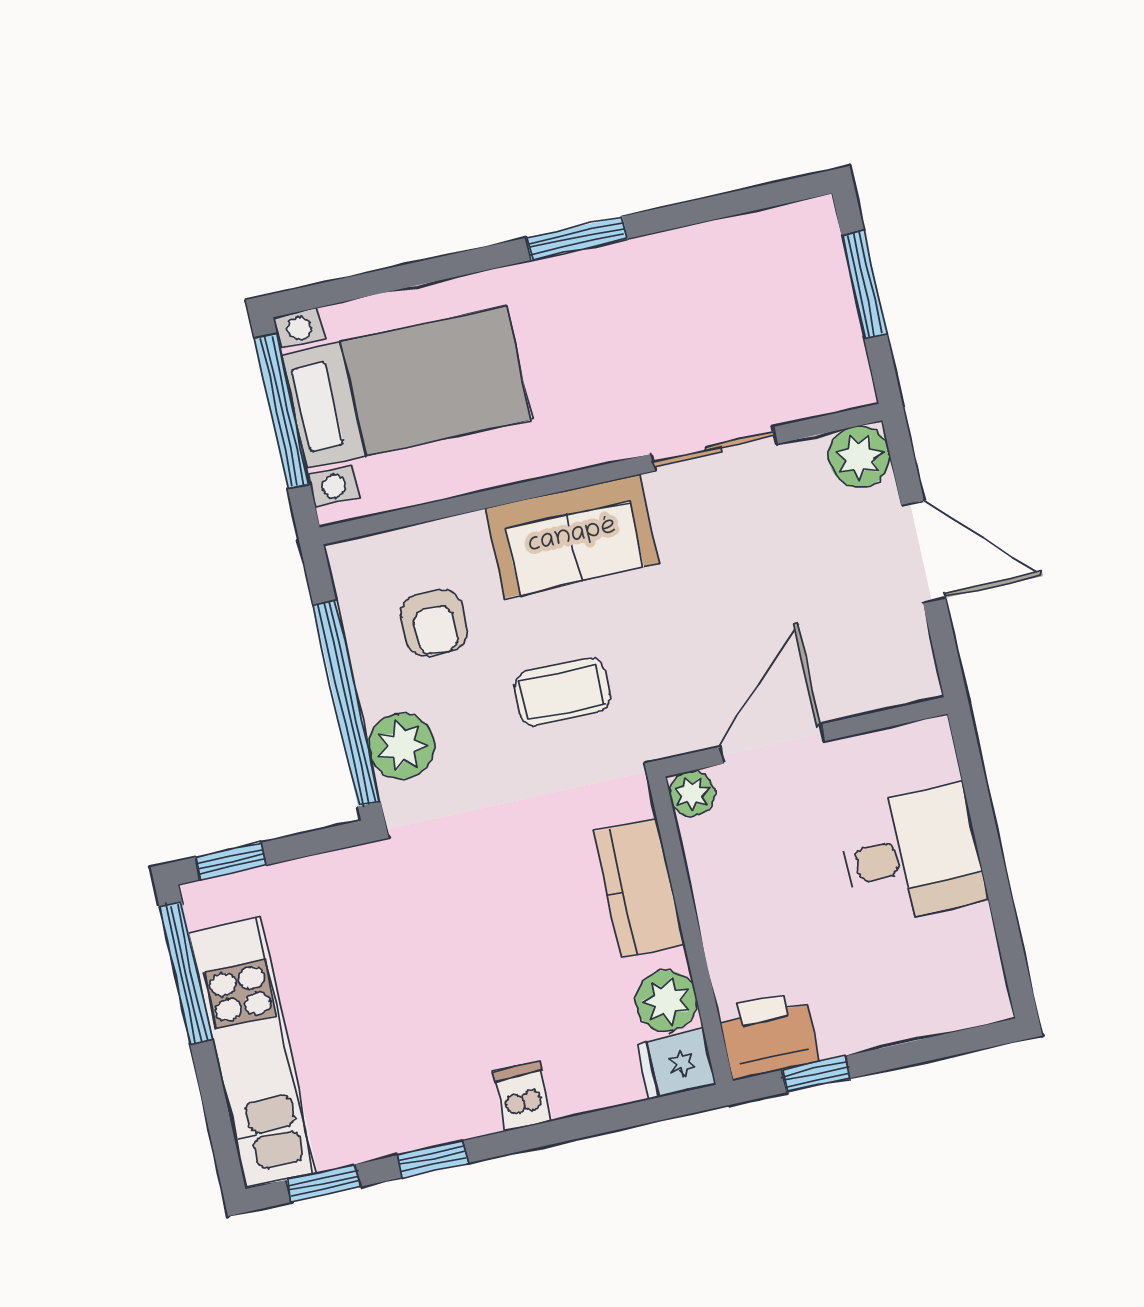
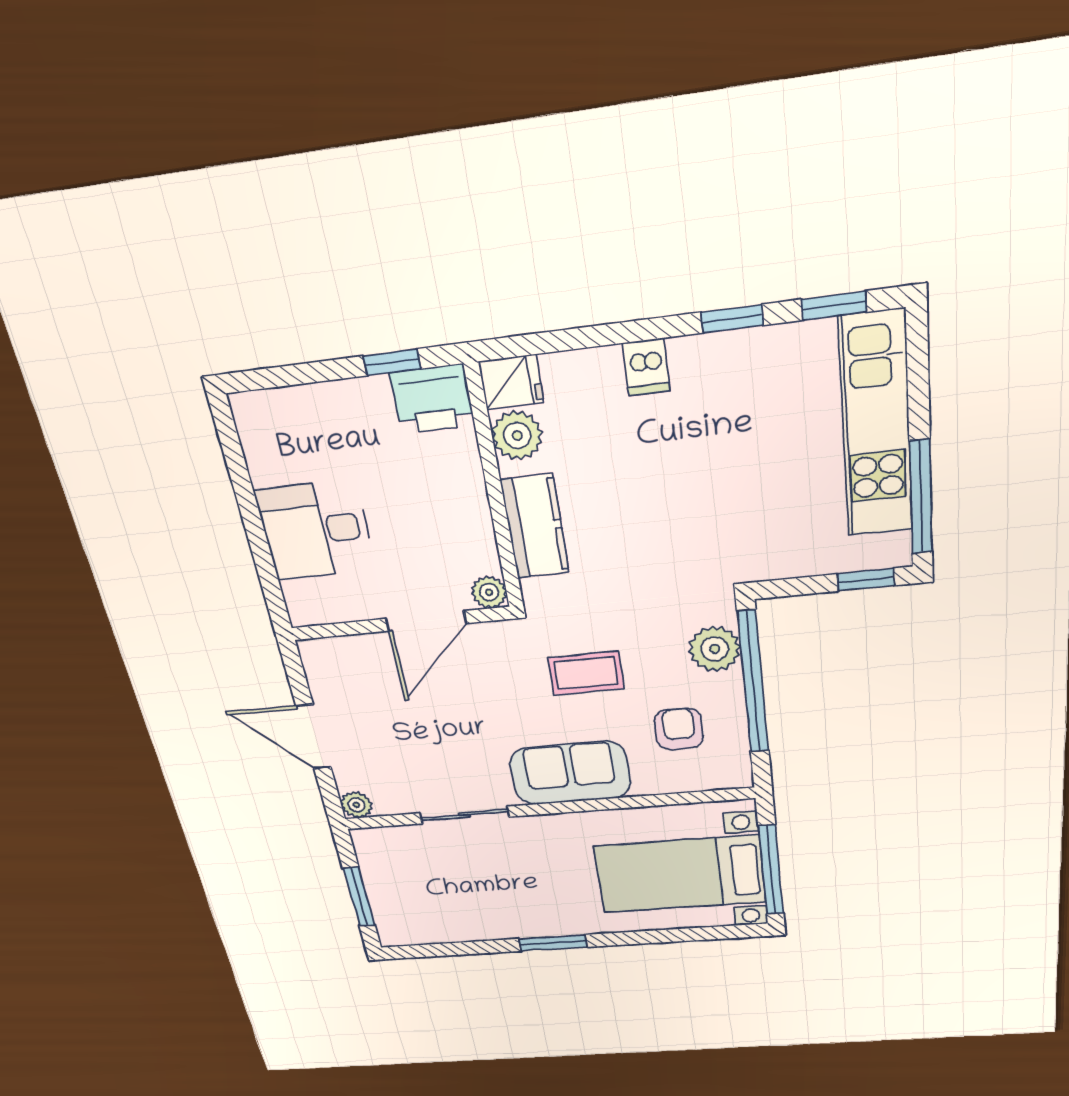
plant: (859, 457) -> (356, 805), width x0.73, depth x0.73

